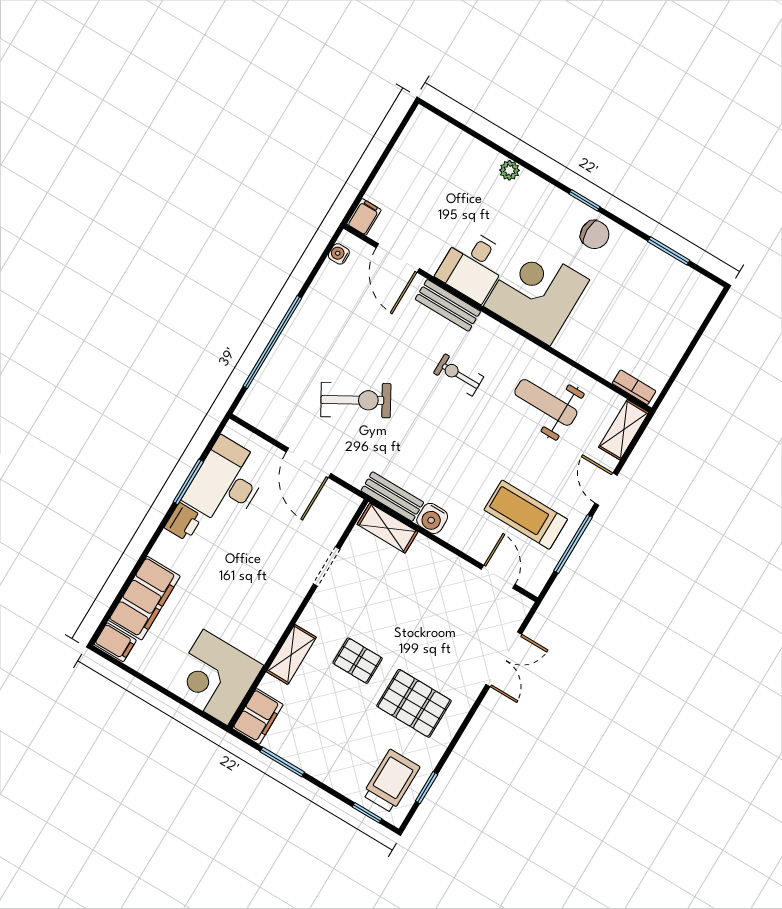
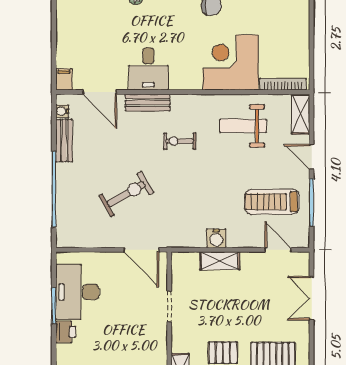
corner desk: (537, 293) -> (231, 63), moved
bookcase: (634, 387) -> (283, 84), width x1.56
door: (308, 463) -> (141, 250), moved
bench: (392, 497) -> (64, 140), moved, turned 90
shelving: (387, 528) -> (220, 261), moved
double door: (504, 659) -> (312, 298), swing flipped

